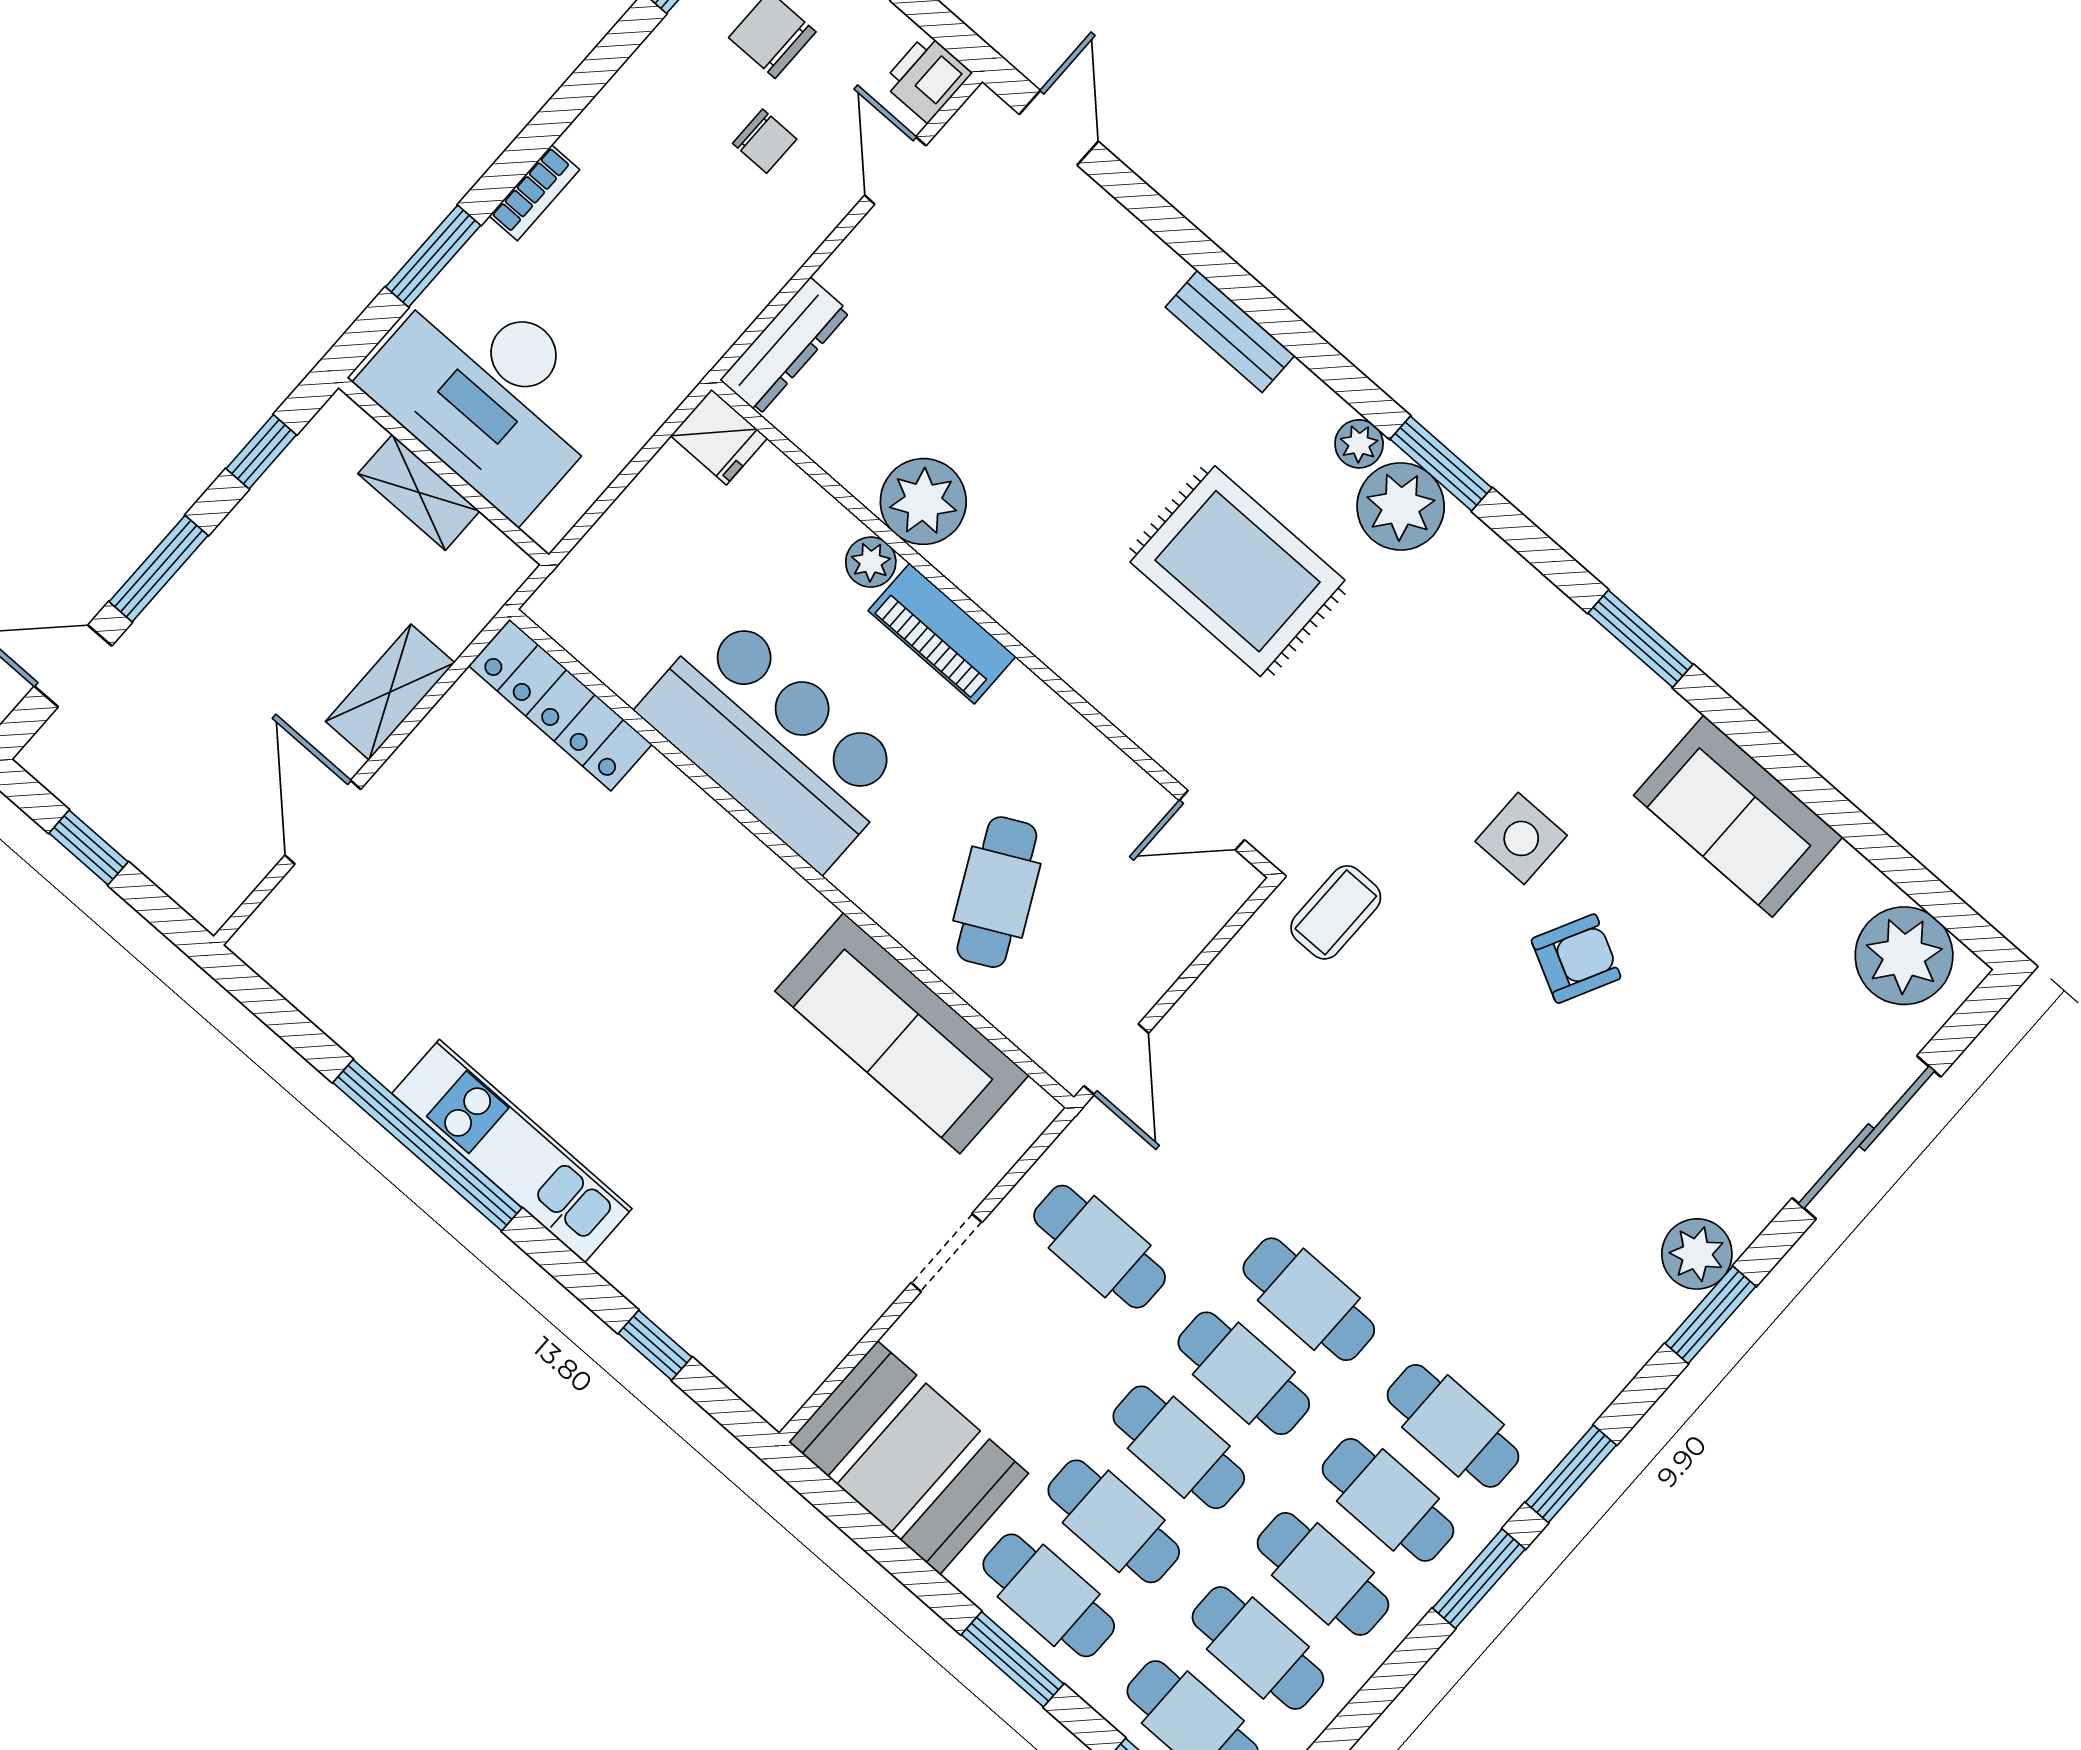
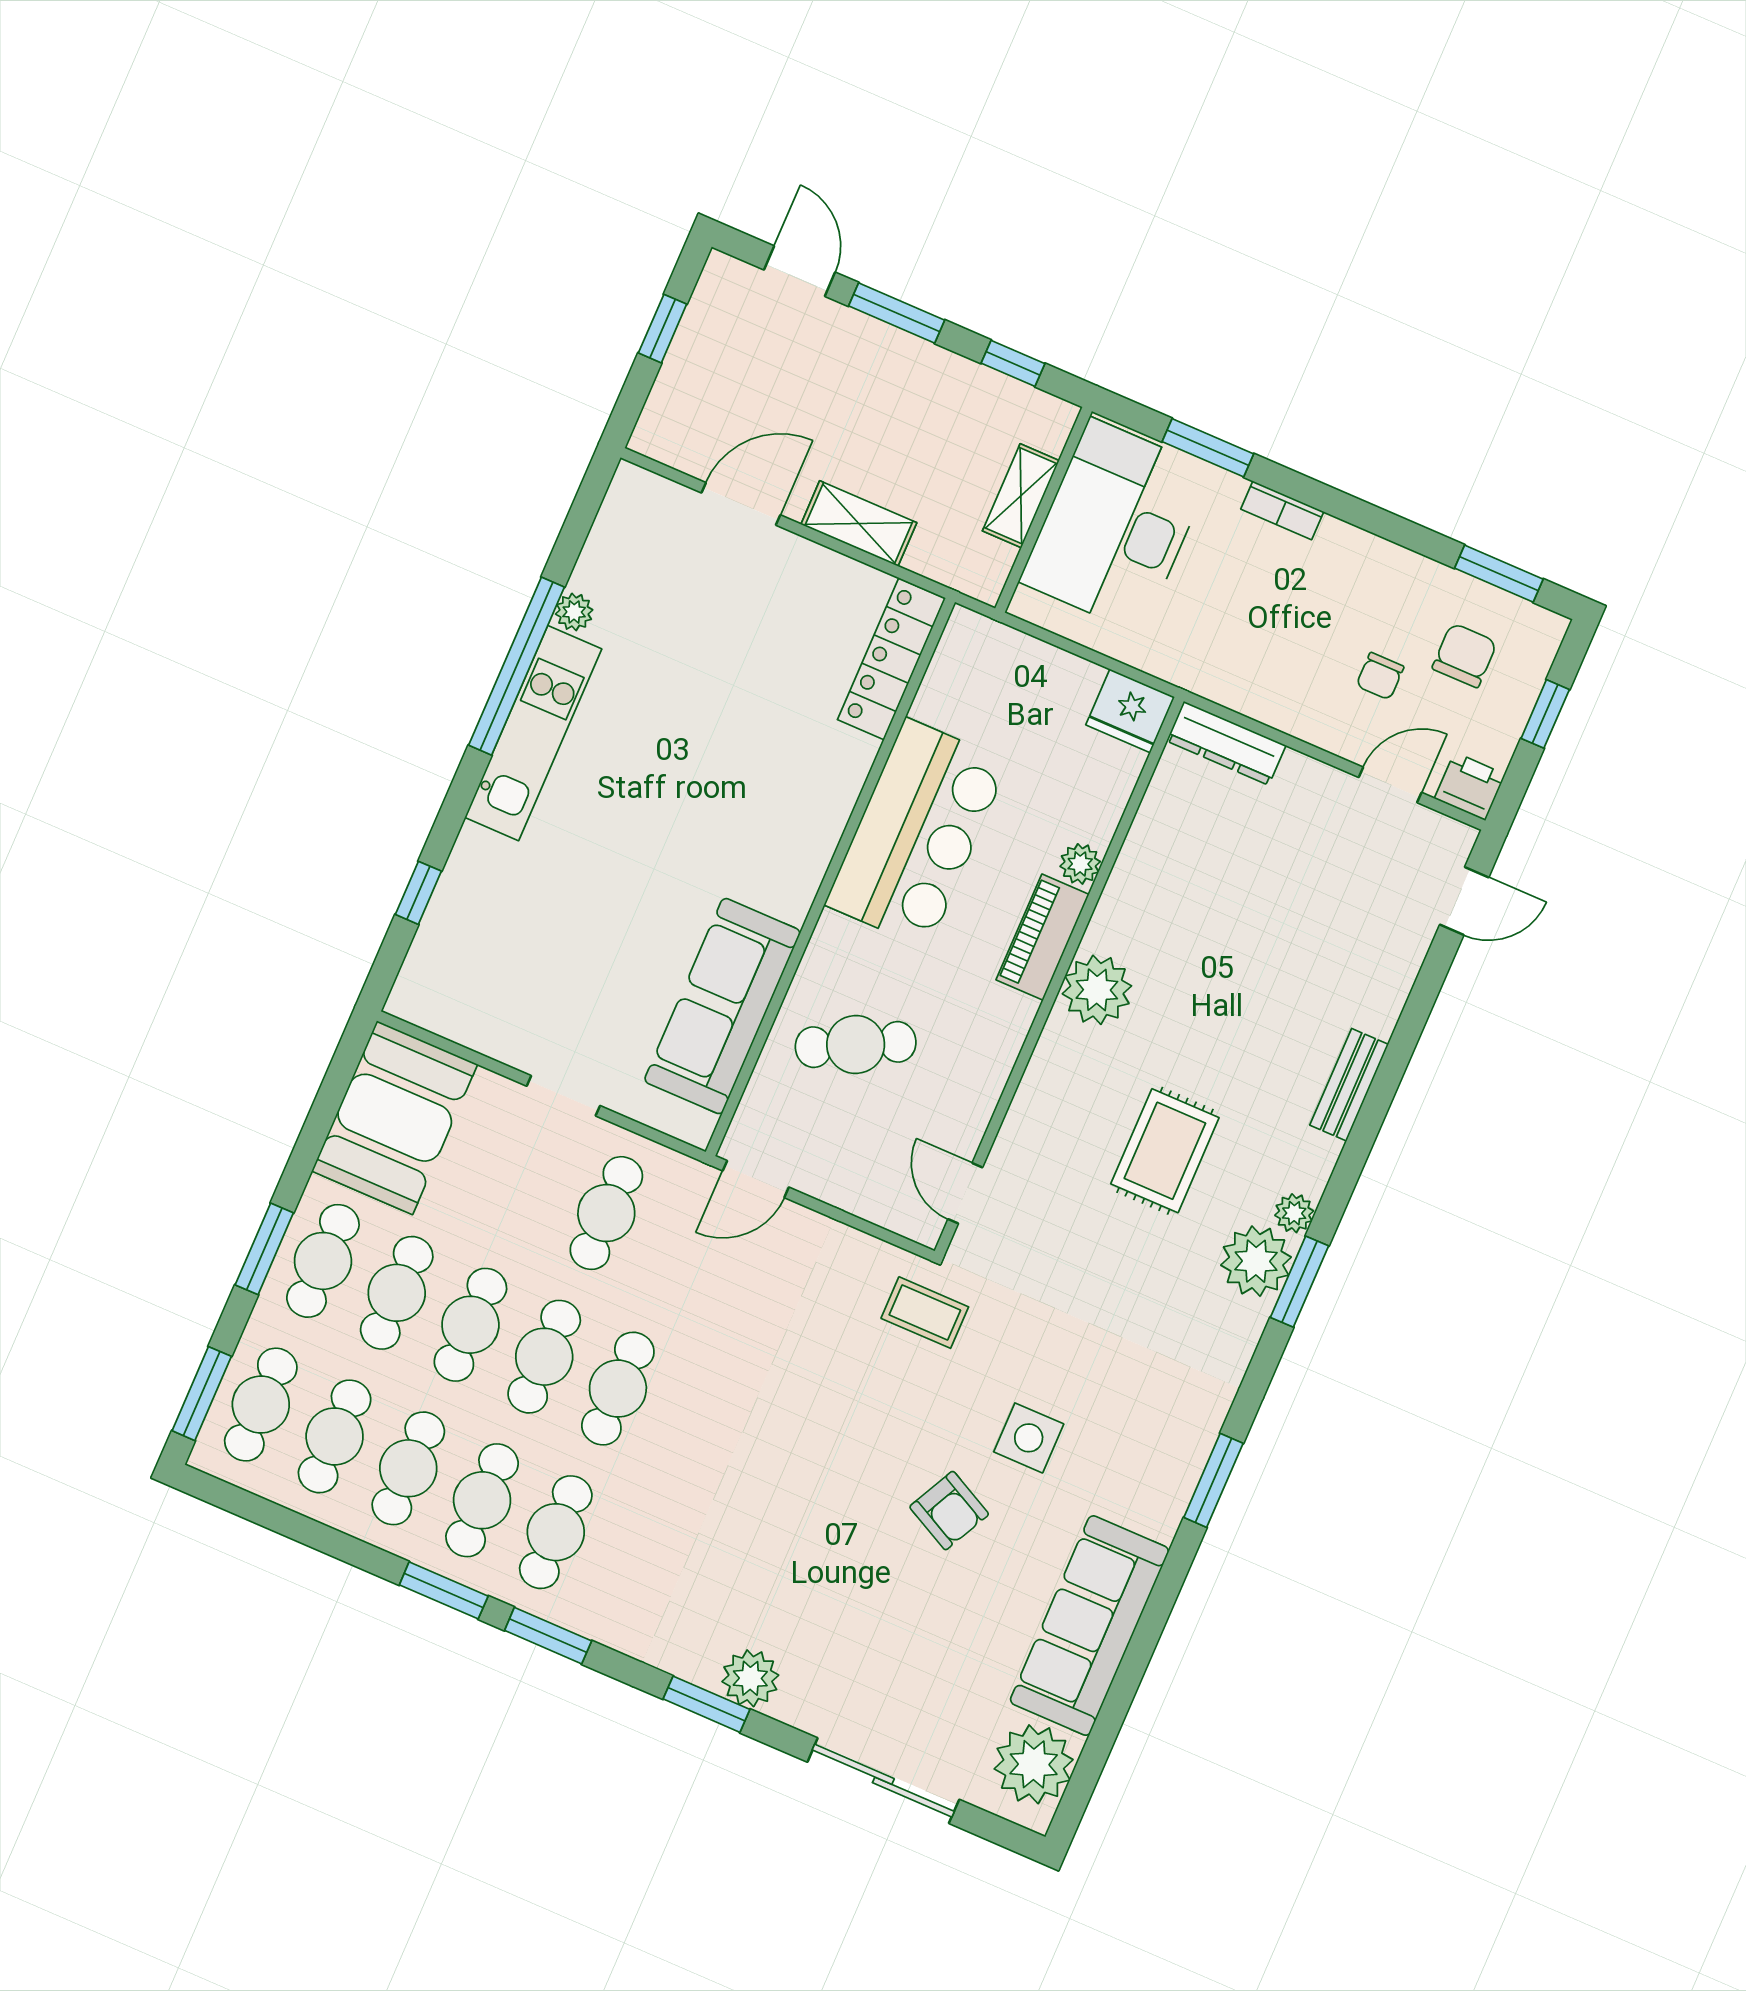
fridge: (719, 437) -> (1130, 711), width x1.38
plant: (923, 501) -> (1097, 990), moved
rug: (1238, 571) -> (1165, 1151), width x0.73, depth x0.70
sofa: (1738, 816) -> (1090, 1626), width x1.36
plant: (386, 1058) -> (574, 612), added

